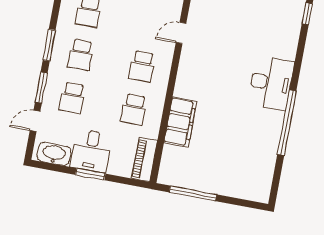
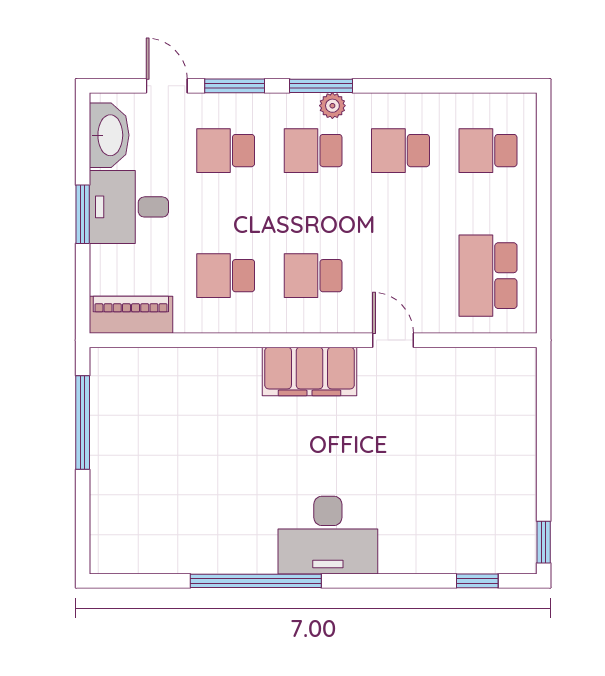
plant: (60, 41) -> (332, 106), added
filing cabinet: (180, 122) -> (310, 371), moved

